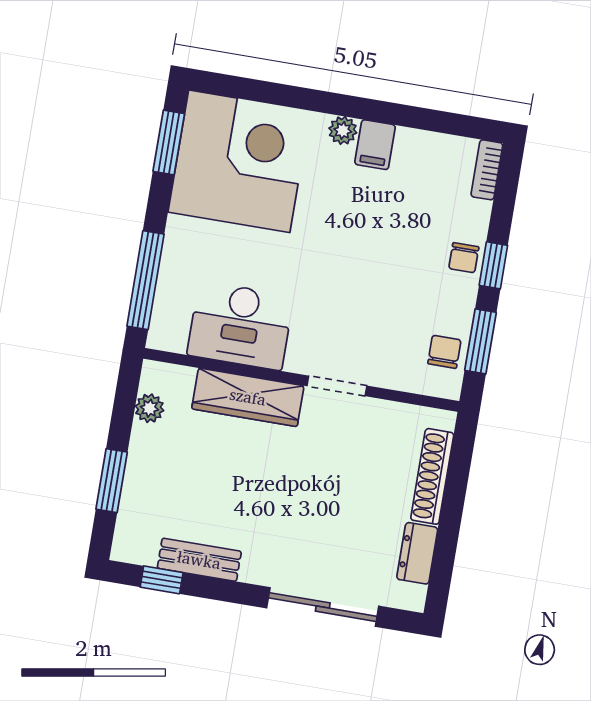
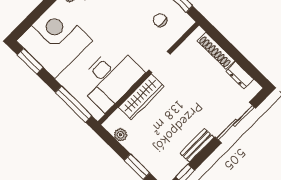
desk: (240, 326) -> (110, 78), width x1.36, depth x1.30
chair: (444, 352) -> (160, 20), moved
bench: (199, 560) -> (197, 145), moved

